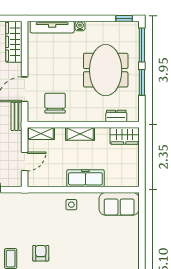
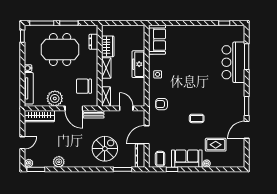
plant: (38, 63) -> (55, 98), added
wardrobe: (125, 136) -> (108, 46), moved
armchair: (41, 253) -> (162, 104), moved

